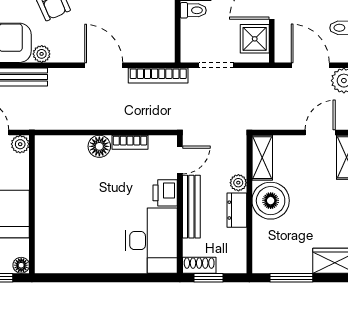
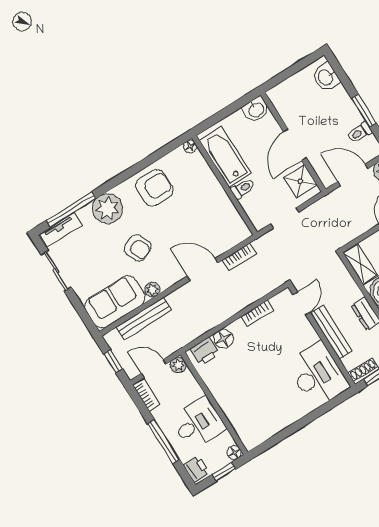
bookcase: (158, 76) -> (239, 257), width x0.64
floor lamp: (99, 146) -> (223, 339), moved
plant: (238, 183) -> (354, 293), removed
printer: (165, 193) -> (205, 351), moved, turned -90

